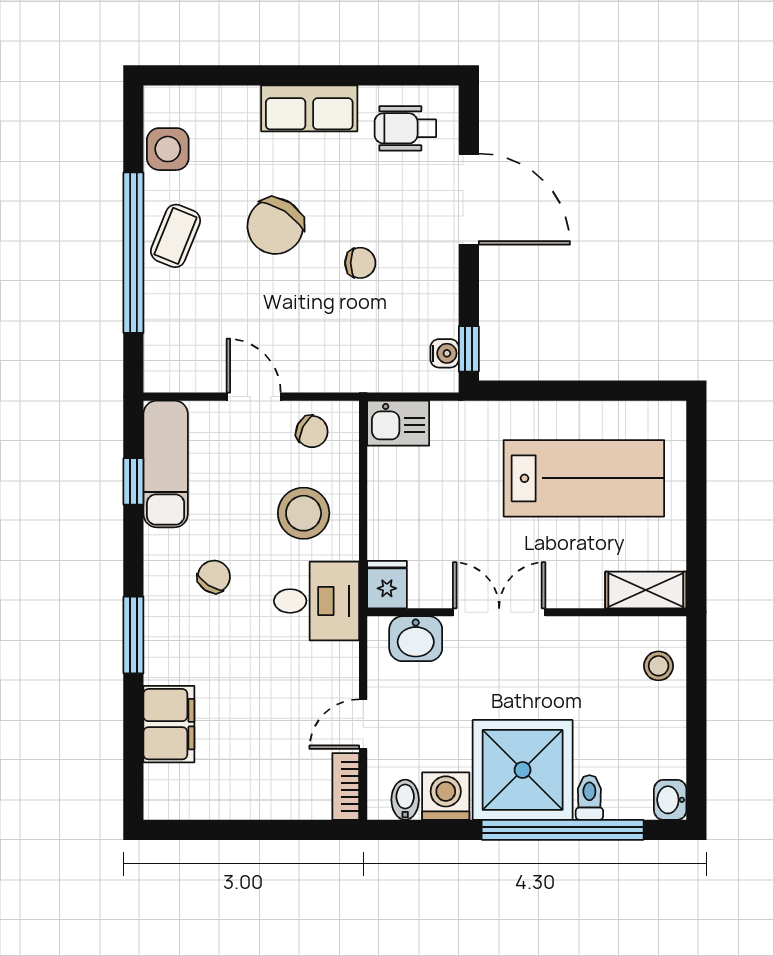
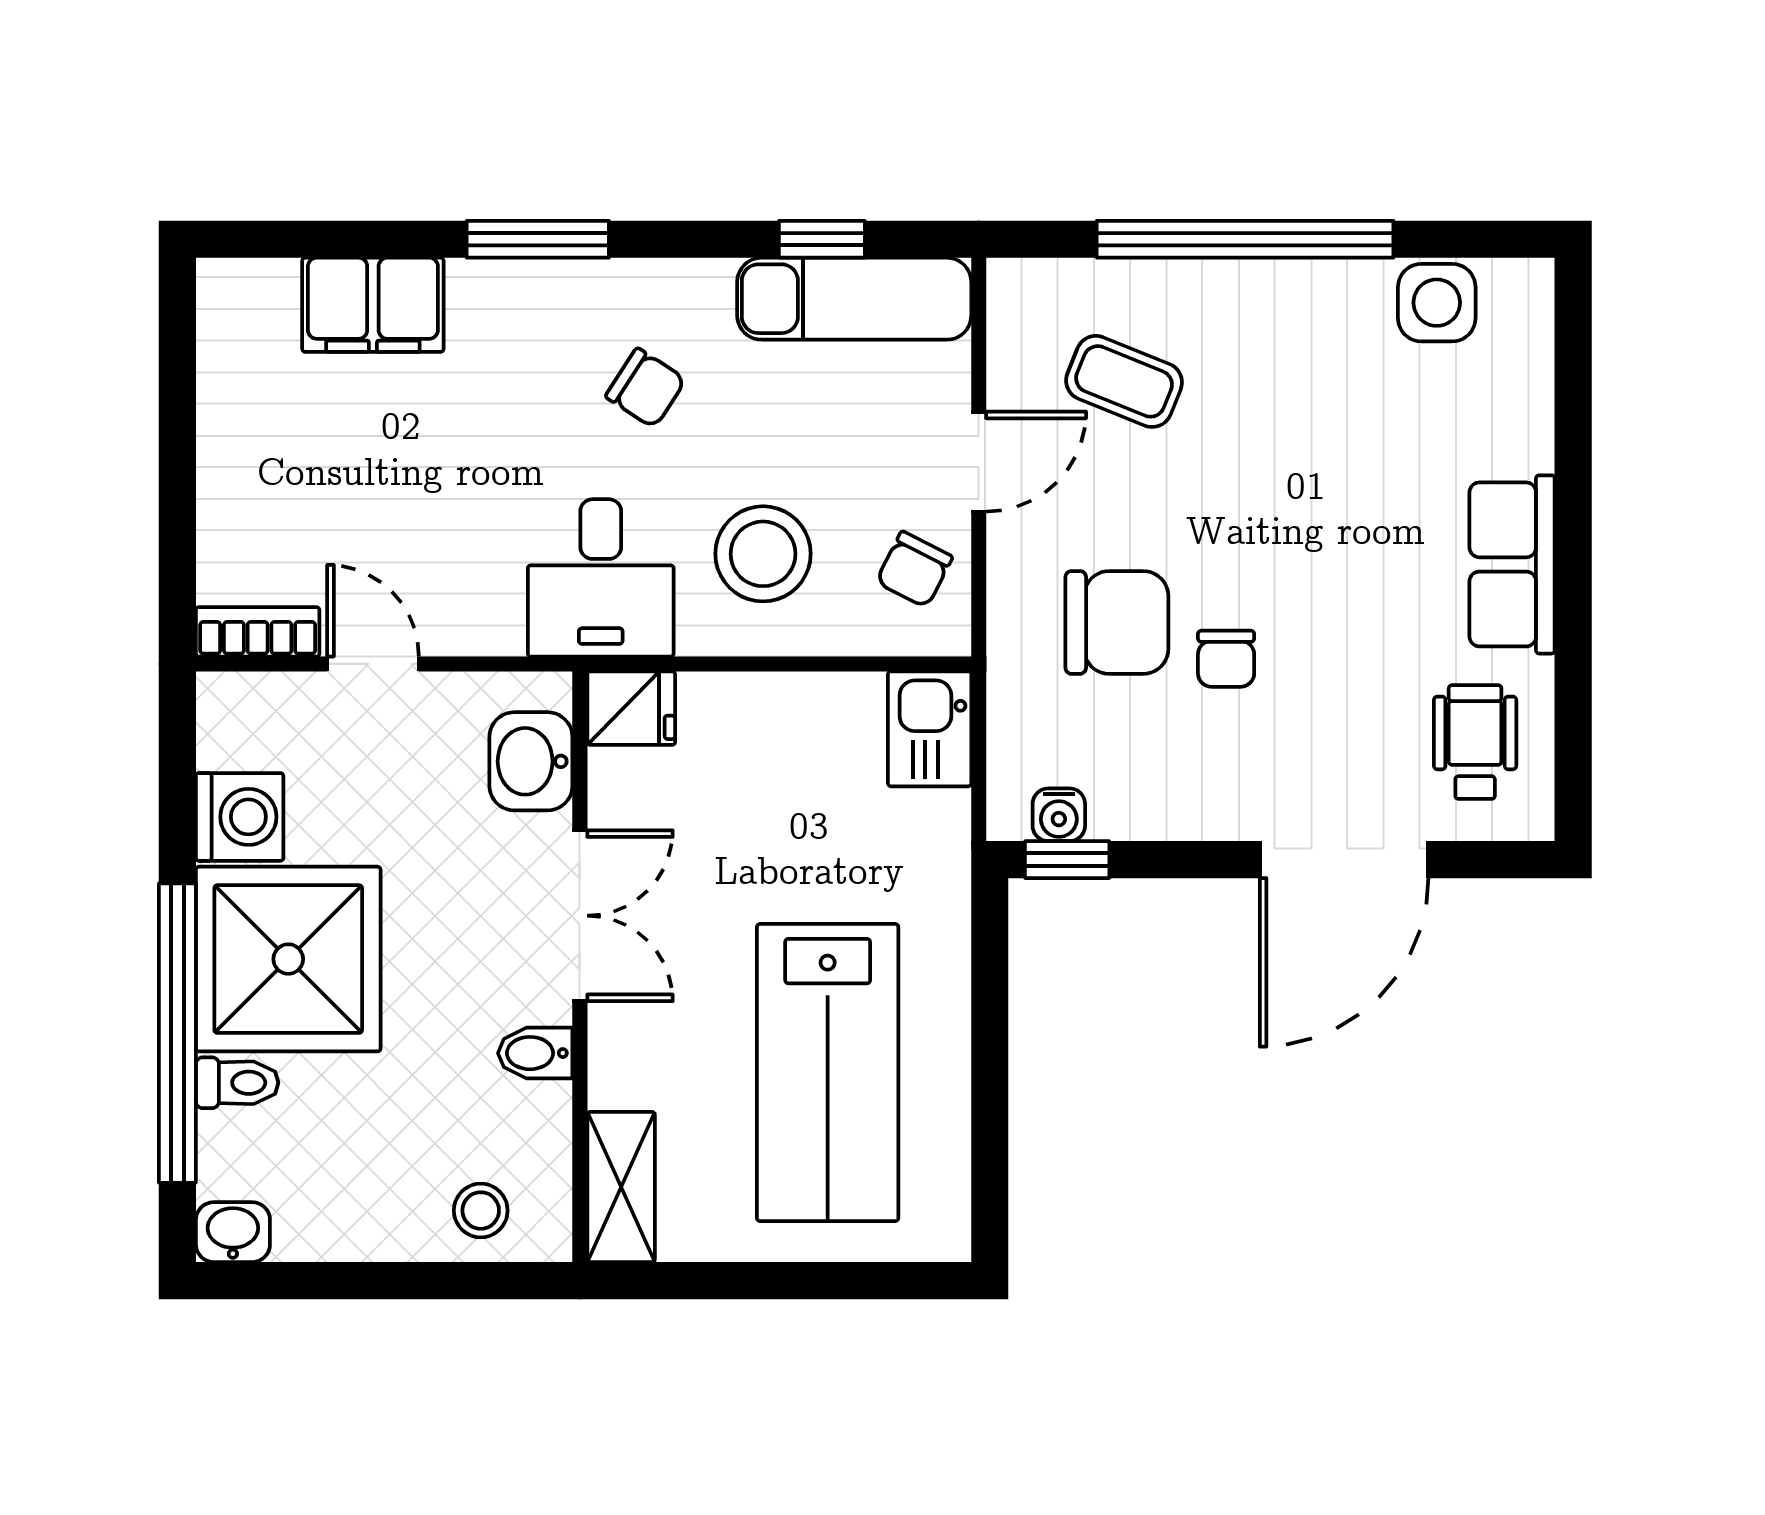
chair: (275, 226) -> (1117, 622), moved, turned 147
coffee table: (176, 236) -> (1124, 381), moved
bidet: (405, 800) -> (535, 1053), moved, turned 180

